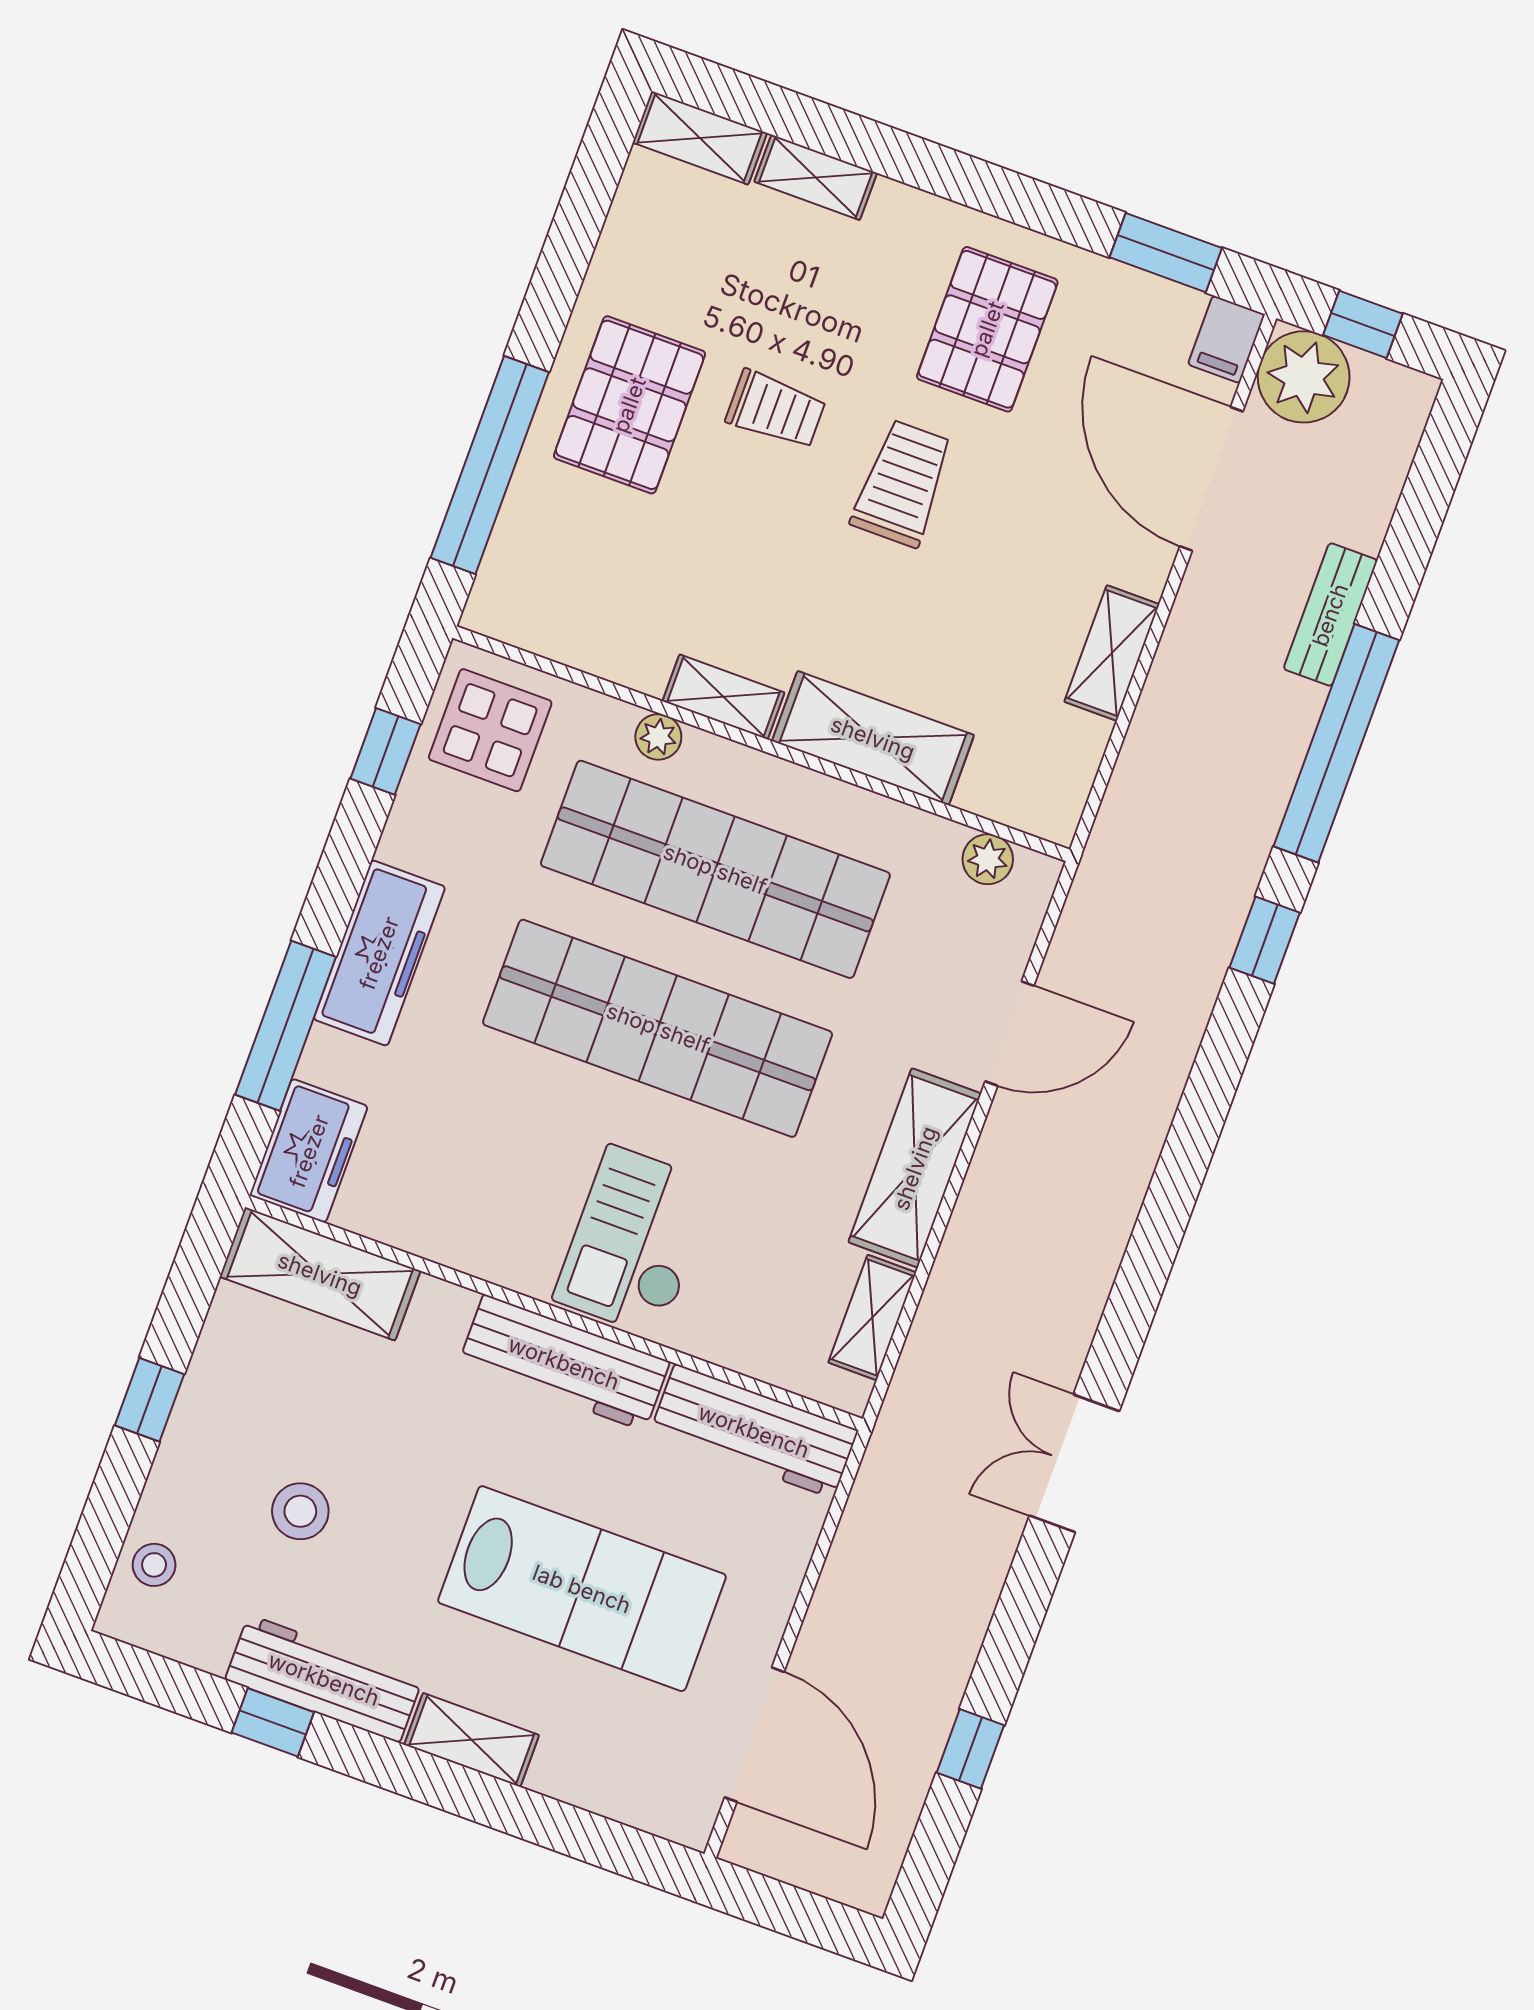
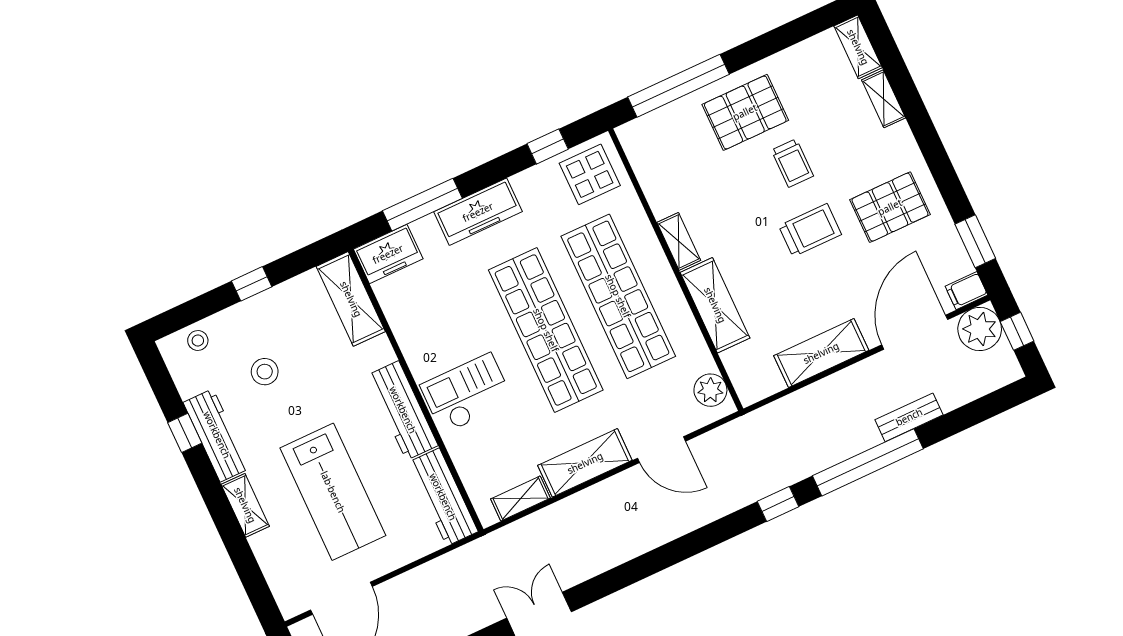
shelving: (1112, 653) -> (821, 353), width x1.50, depth x1.33
plant: (658, 737) -> (644, 233), removed
plant: (988, 859) -> (710, 390), width x1.38, depth x1.38

